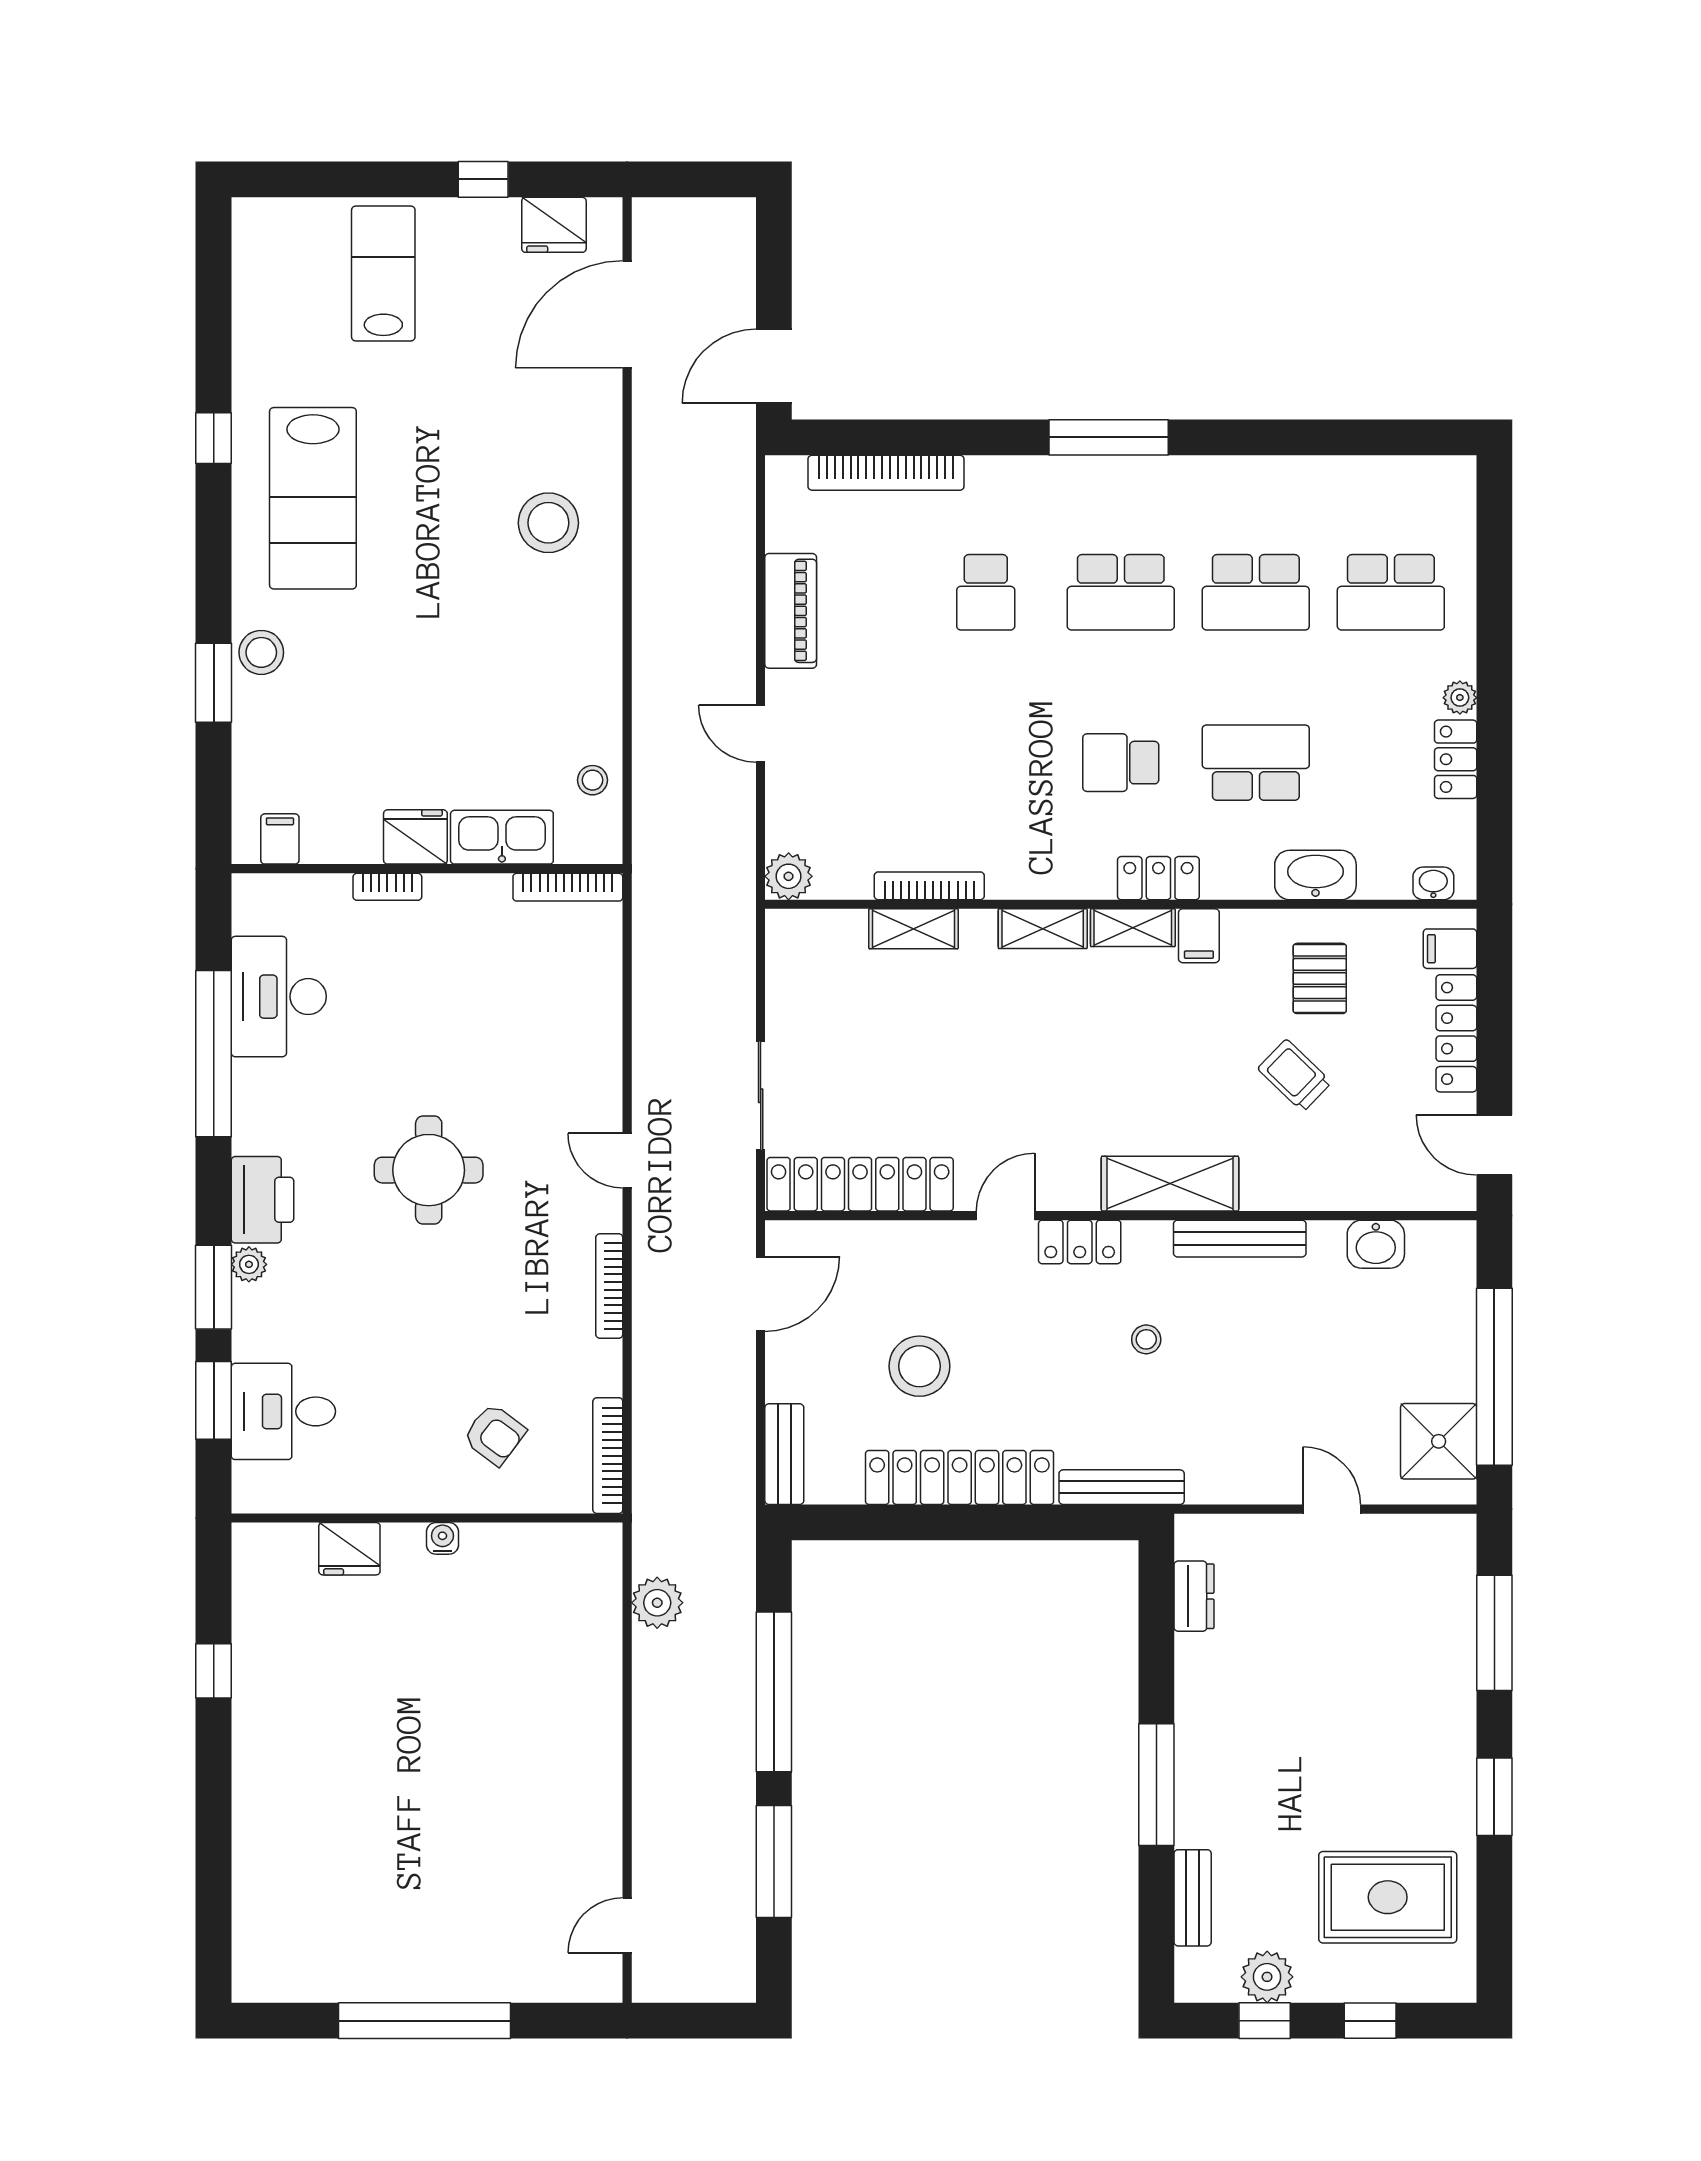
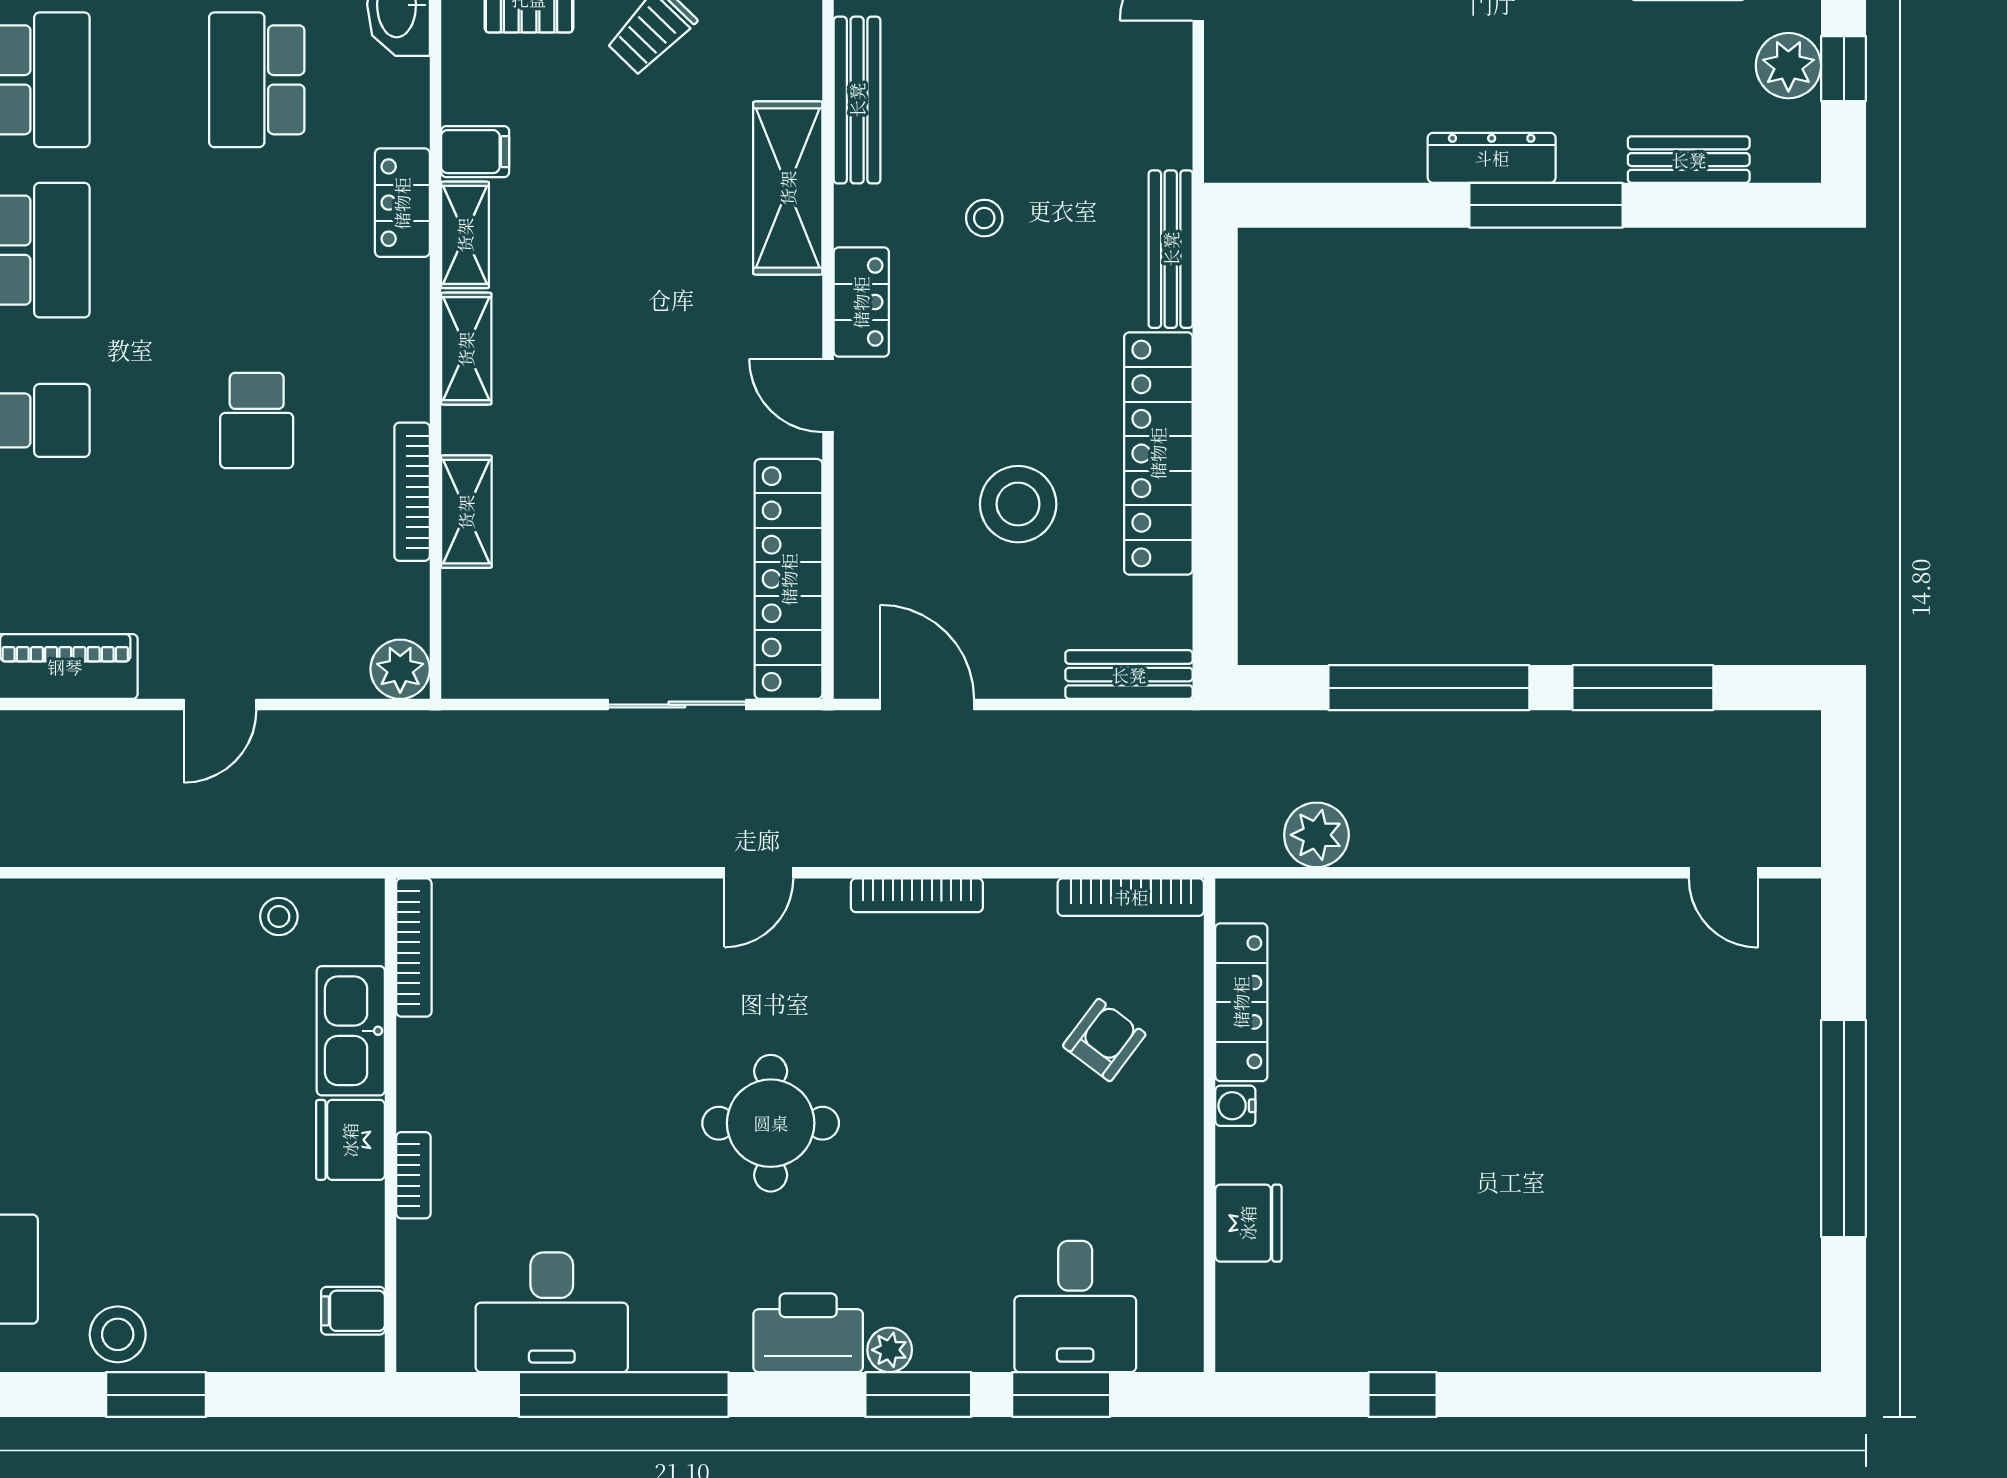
school desk: (1121, 763) -> (257, 420), moved
locker: (525, 1543) -> (1241, 1002), added
dresser: (1194, 1596) -> (1492, 158), moved, width x1.44

